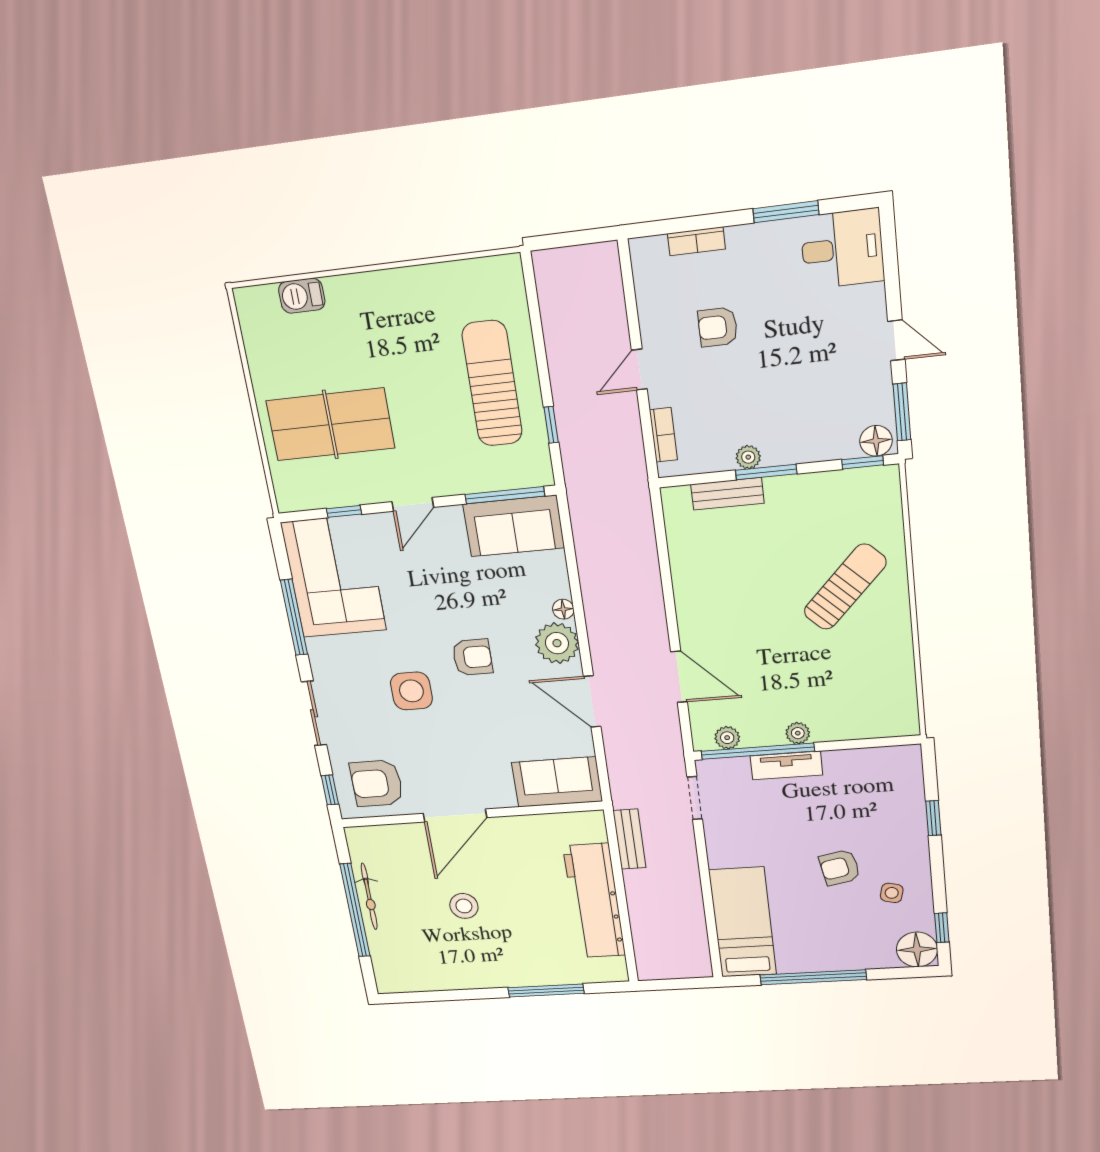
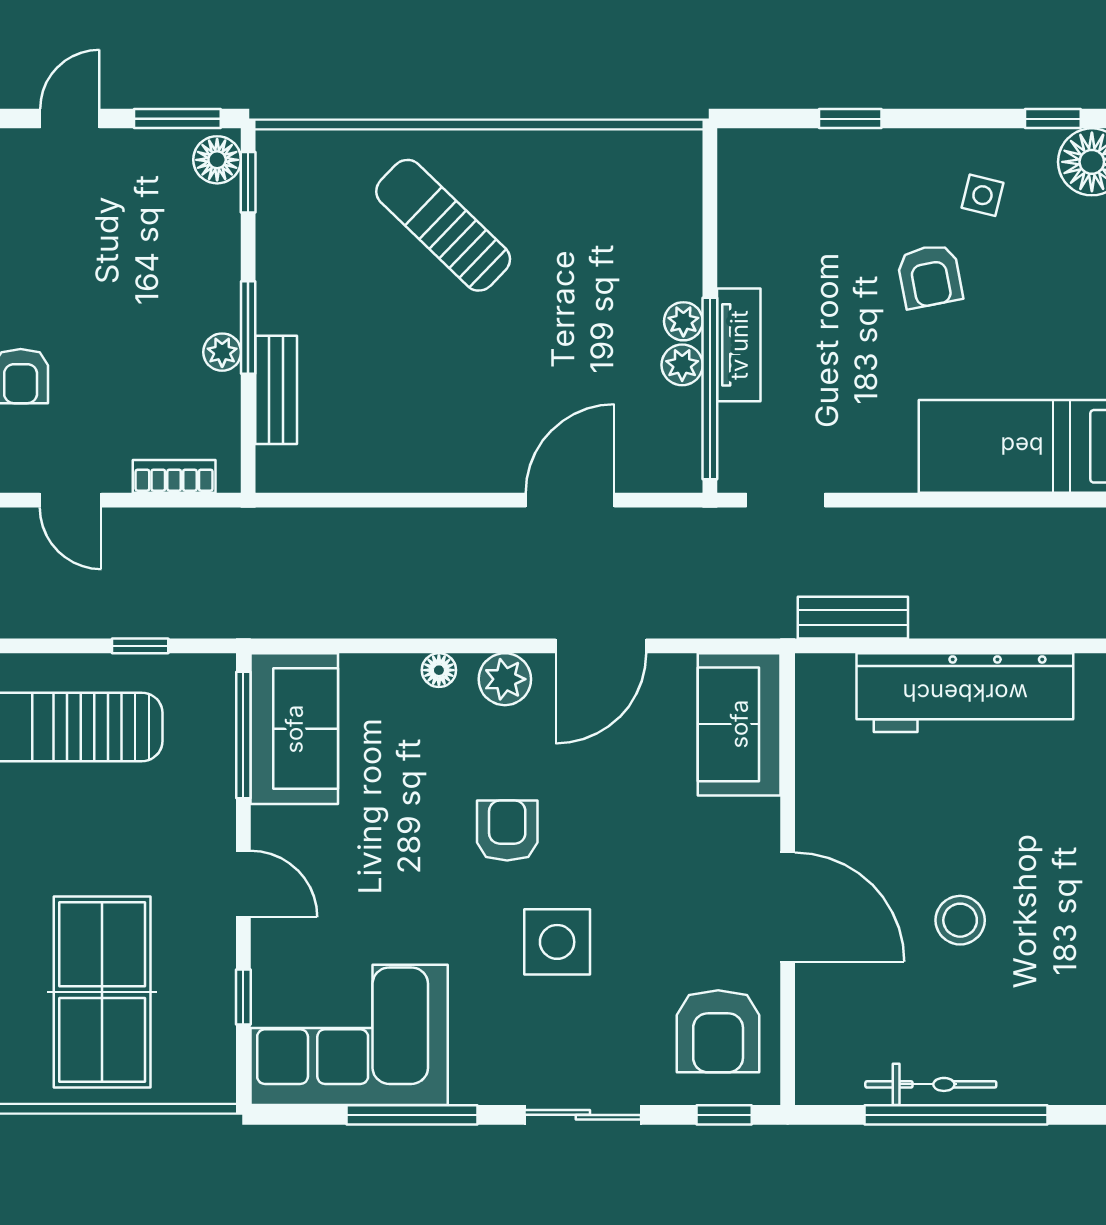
plant: (557, 643) -> (505, 679), width x0.73, depth x0.73
plant: (727, 738) -> (682, 365), moved

